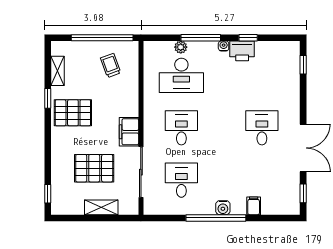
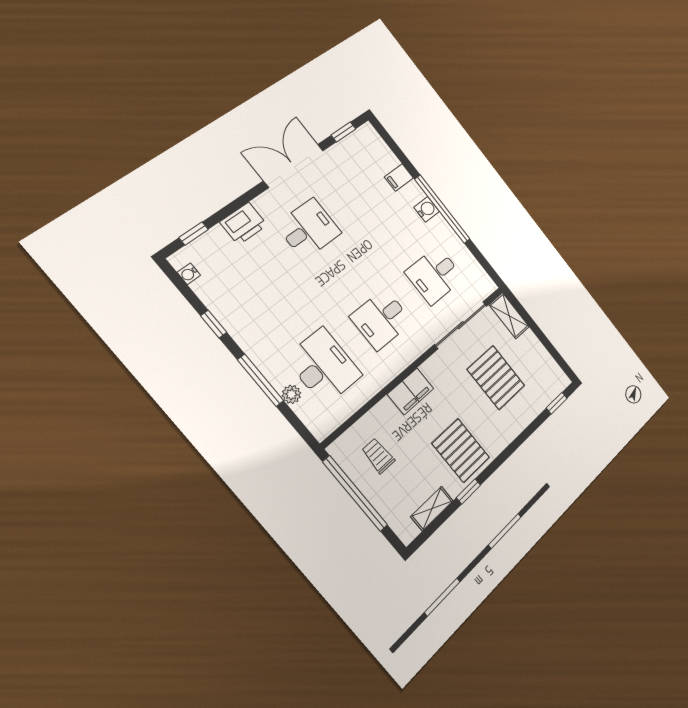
water cooler: (224, 46) -> (189, 274), moved
printer: (242, 51) -> (244, 224), moved, turned 90
trolley: (111, 65) -> (378, 456), turned 110
desk: (262, 128) -> (309, 229), turned 180
filing cabinet: (129, 132) -> (411, 391), moved
shelving: (101, 207) -> (509, 316), moved

